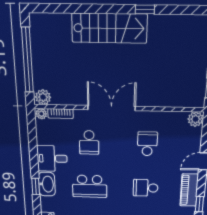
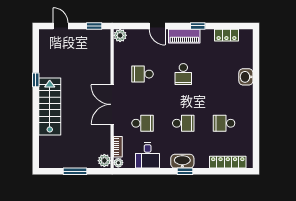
window: (28, 60) -> (75, 171), width x0.47
desk: (52, 159) -> (148, 155), moved
school desk: (90, 186) -> (183, 123), width x0.54

